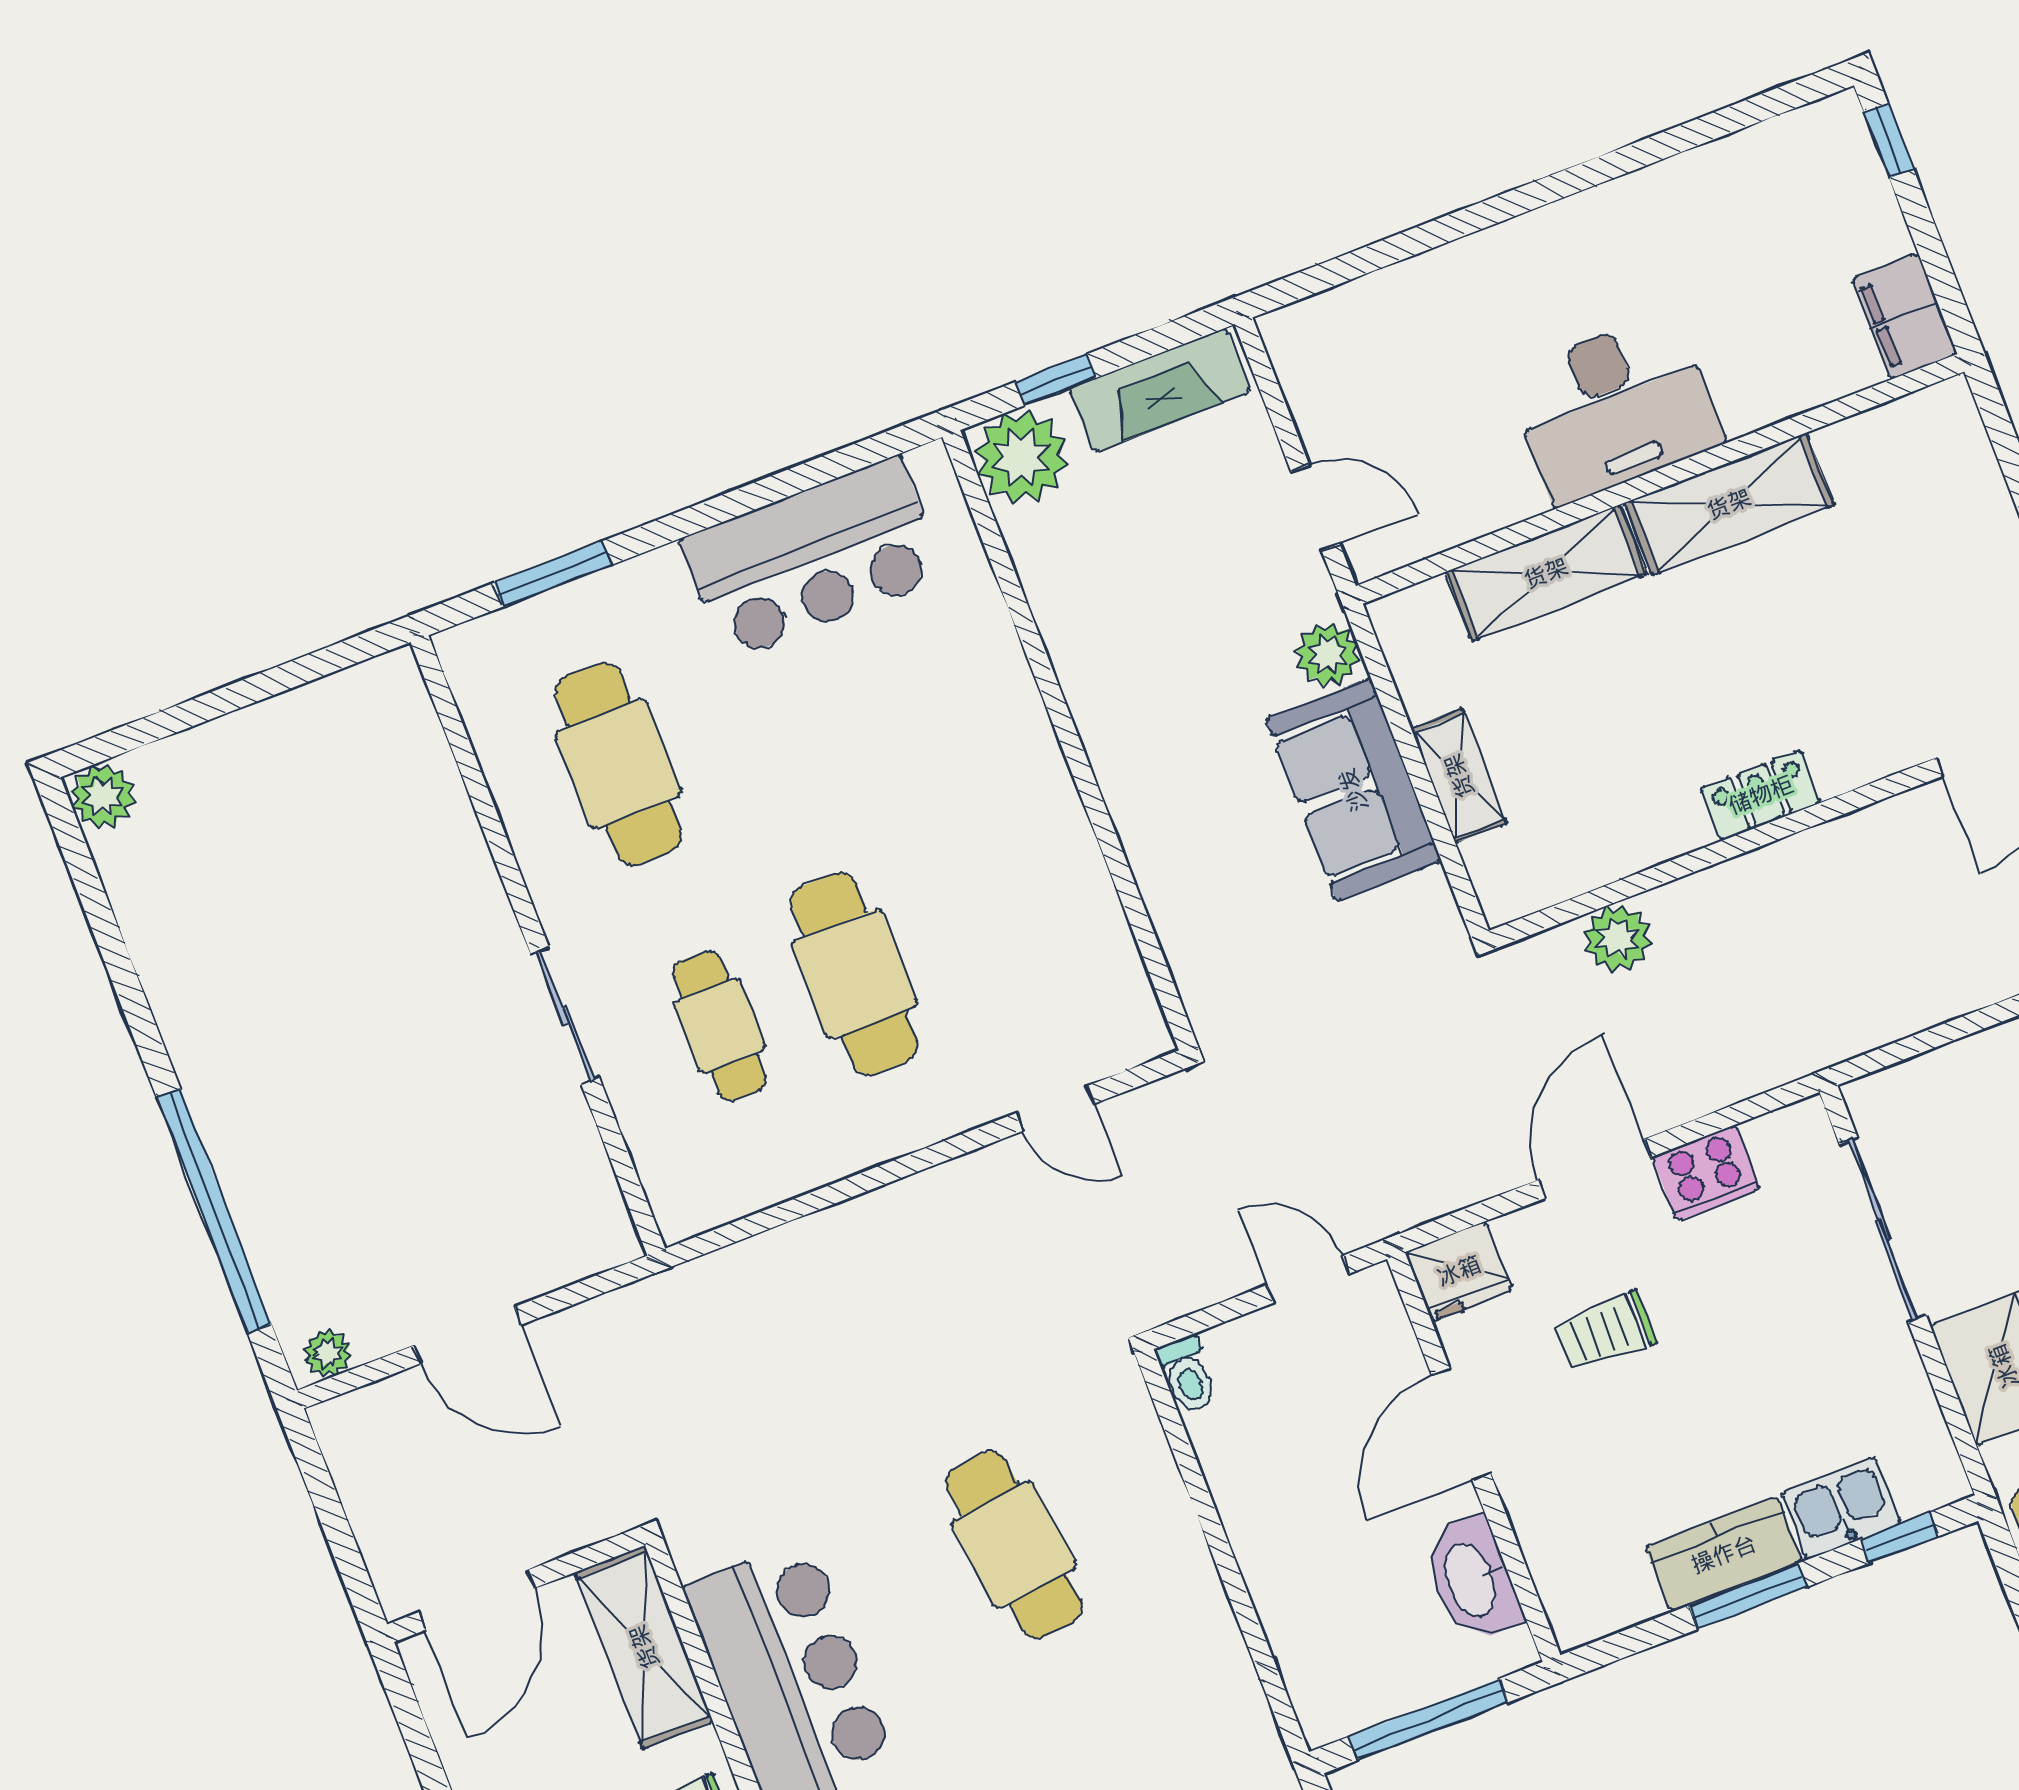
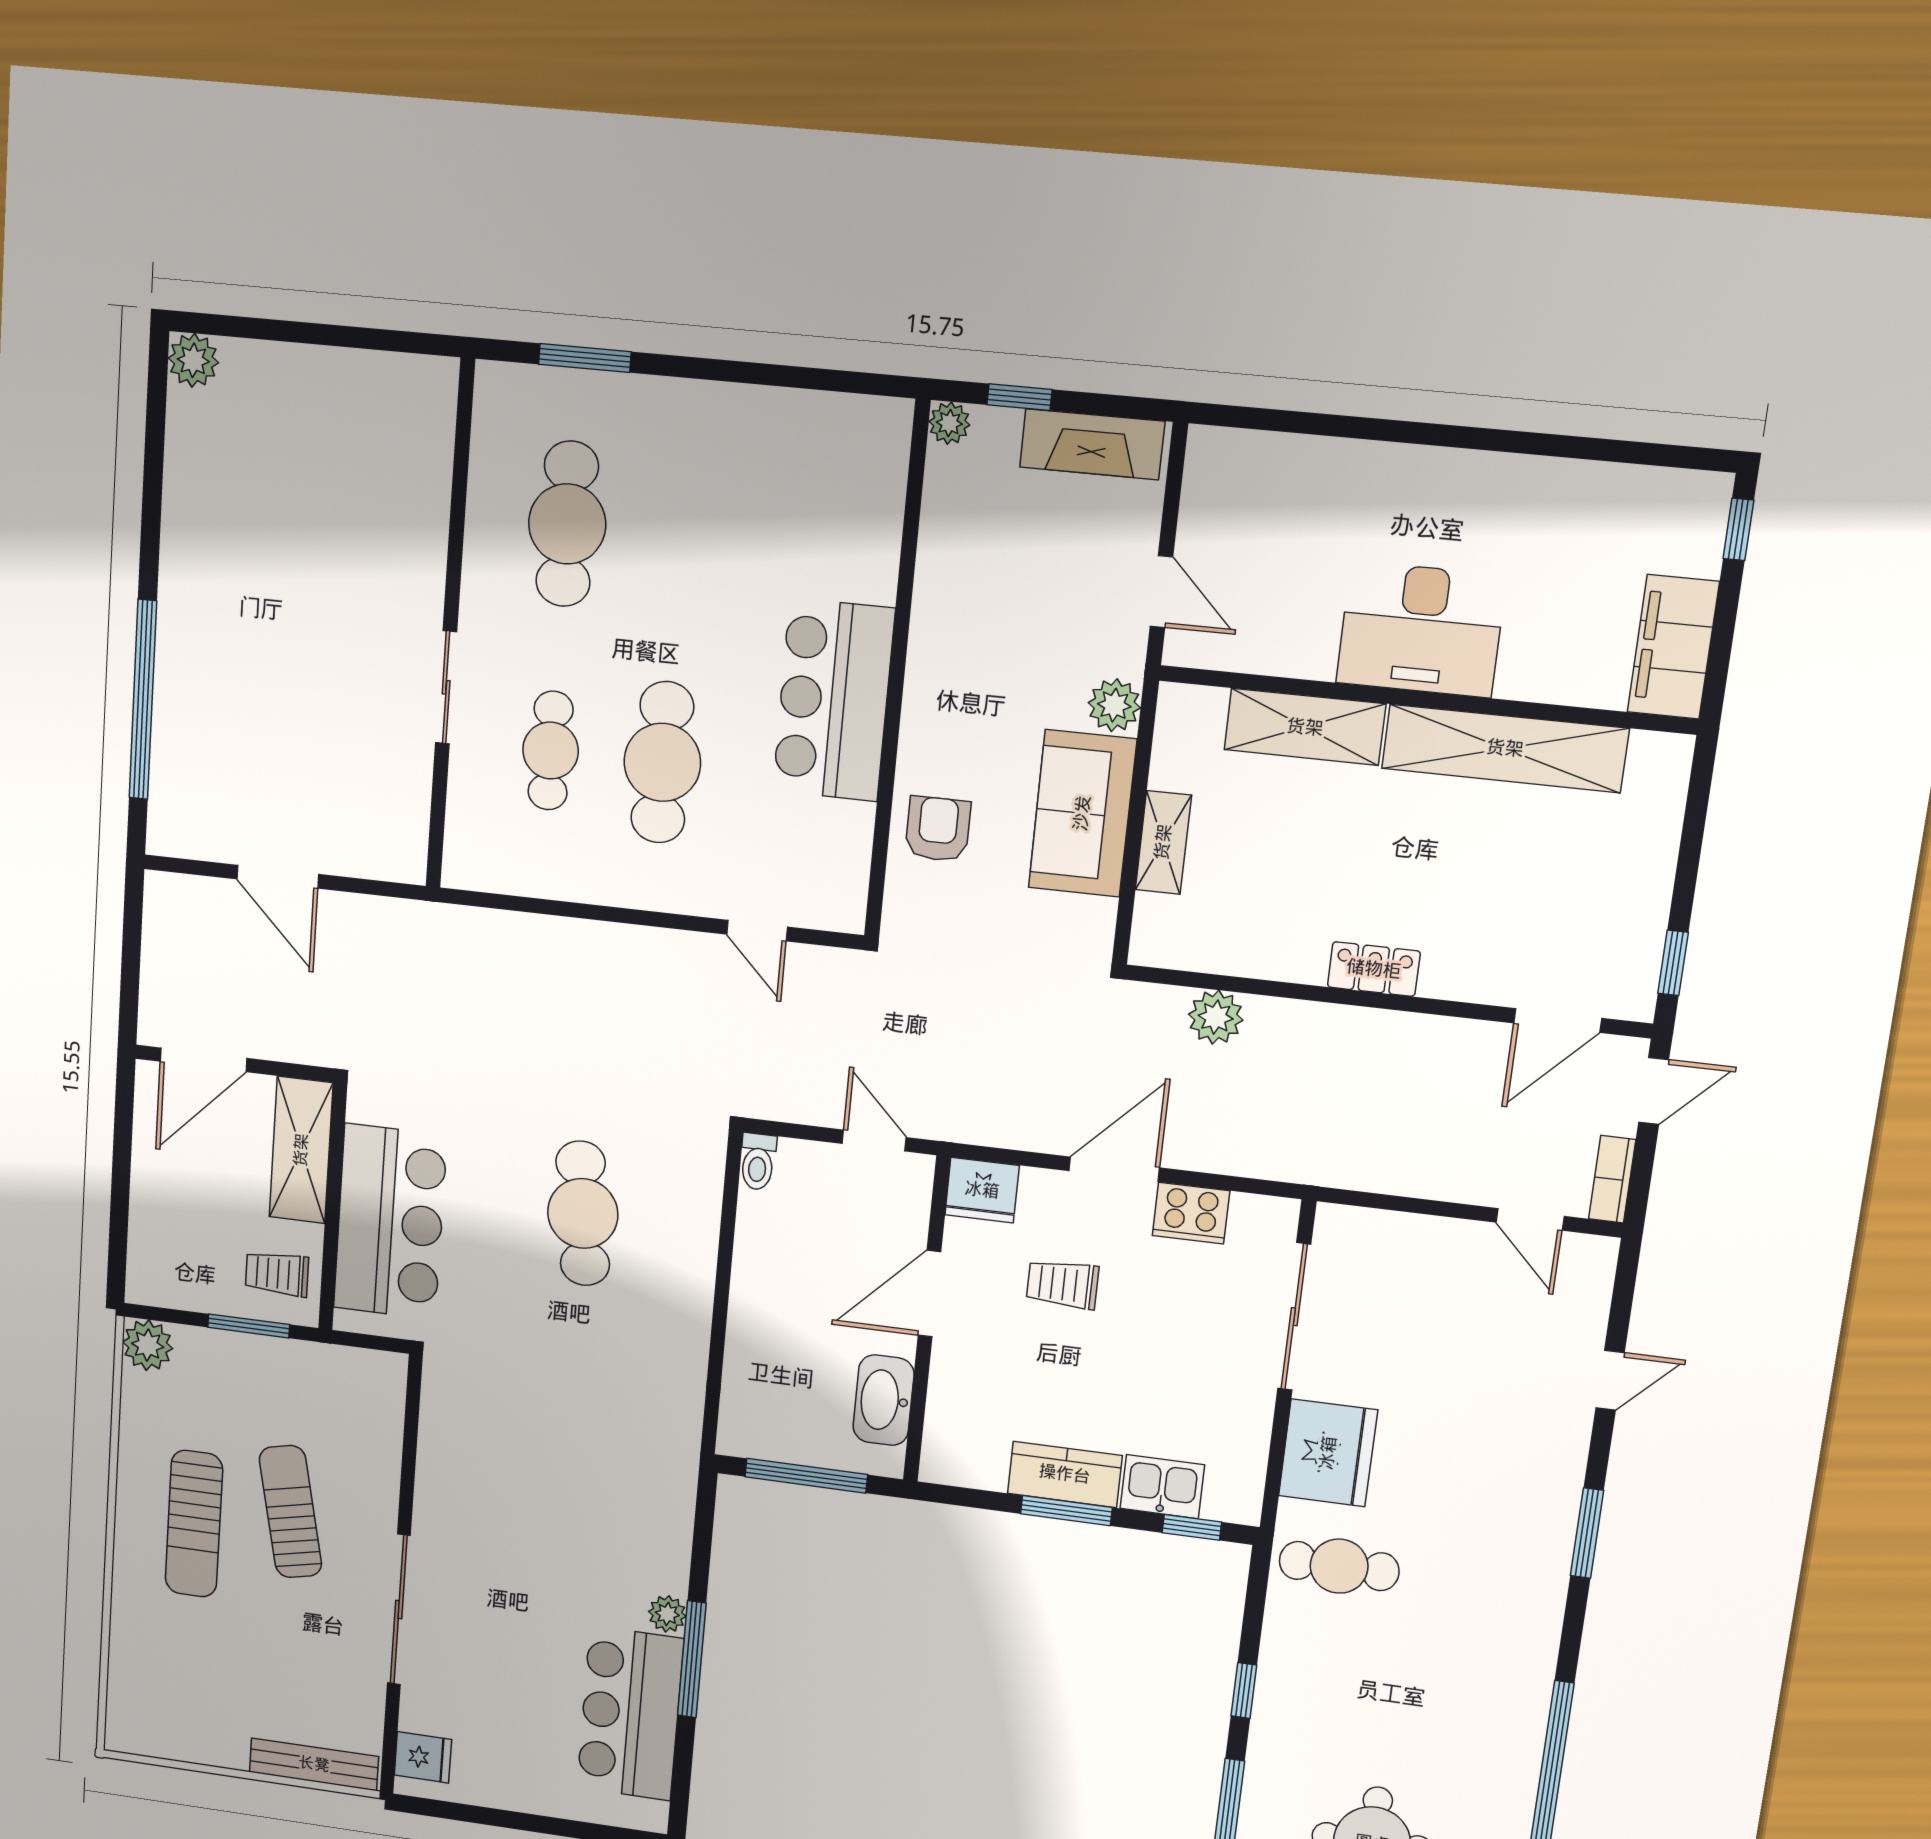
filing cabinet: (1904, 316) -> (1673, 647), width x1.50, depth x1.17
plant: (1021, 457) -> (949, 423), width x0.53, depth x0.53
shelving: (1729, 504) -> (1505, 748), width x1.47
bar counter: (813, 558) -> (834, 700), moved, turned 90
armchair: (1202, 889) -> (938, 829), added
plant: (328, 1353) -> (177, 839), removed

